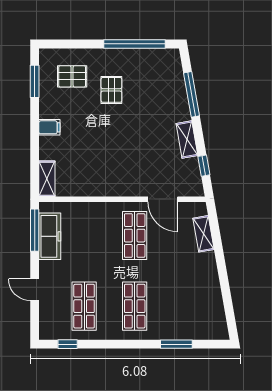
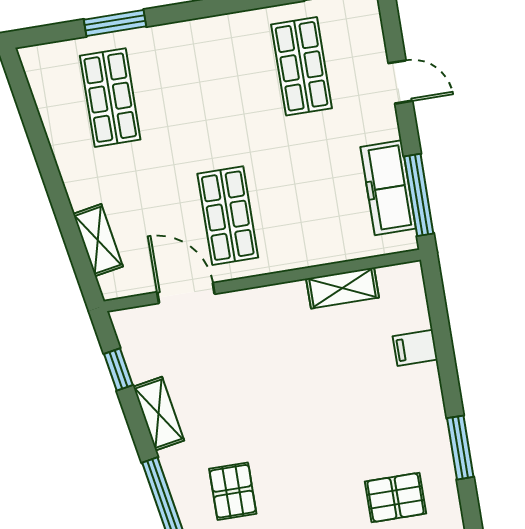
window: (35, 81) -> (460, 448), moved
pallet: (111, 90) -> (233, 491), moved
filing cabinet: (49, 127) -> (415, 348), moved
shelving: (47, 179) -> (342, 288), moved, turned 90
shop shelf: (135, 306) -> (110, 98), moved

